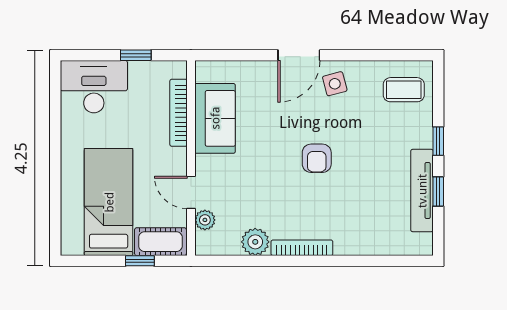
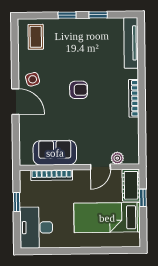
tv unit: (422, 191) -> (131, 43), moved, turned 90
plant: (255, 242) -> (130, 127), removed

